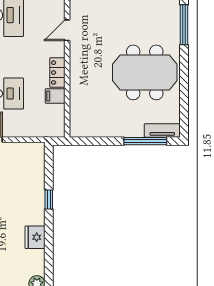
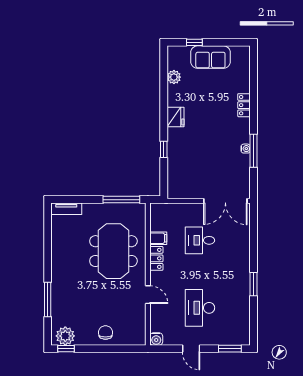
door: (67, 30) -> (148, 295), hinge flipped
meeting table: (145, 72) -> (113, 251), moved, turned 90
window: (145, 141) -> (121, 200), moved

